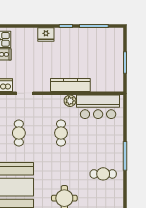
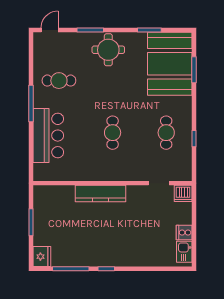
fridge: (46, 34) -> (42, 257), moved, turned 90
plant: (70, 101) -> (101, 174), removed
bar counter: (98, 107) -> (48, 136), moved, turned 90

